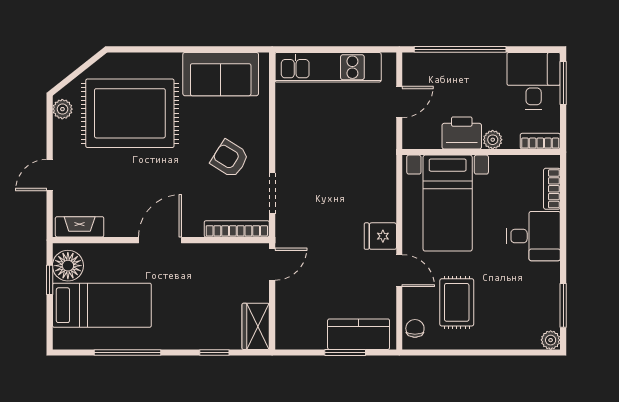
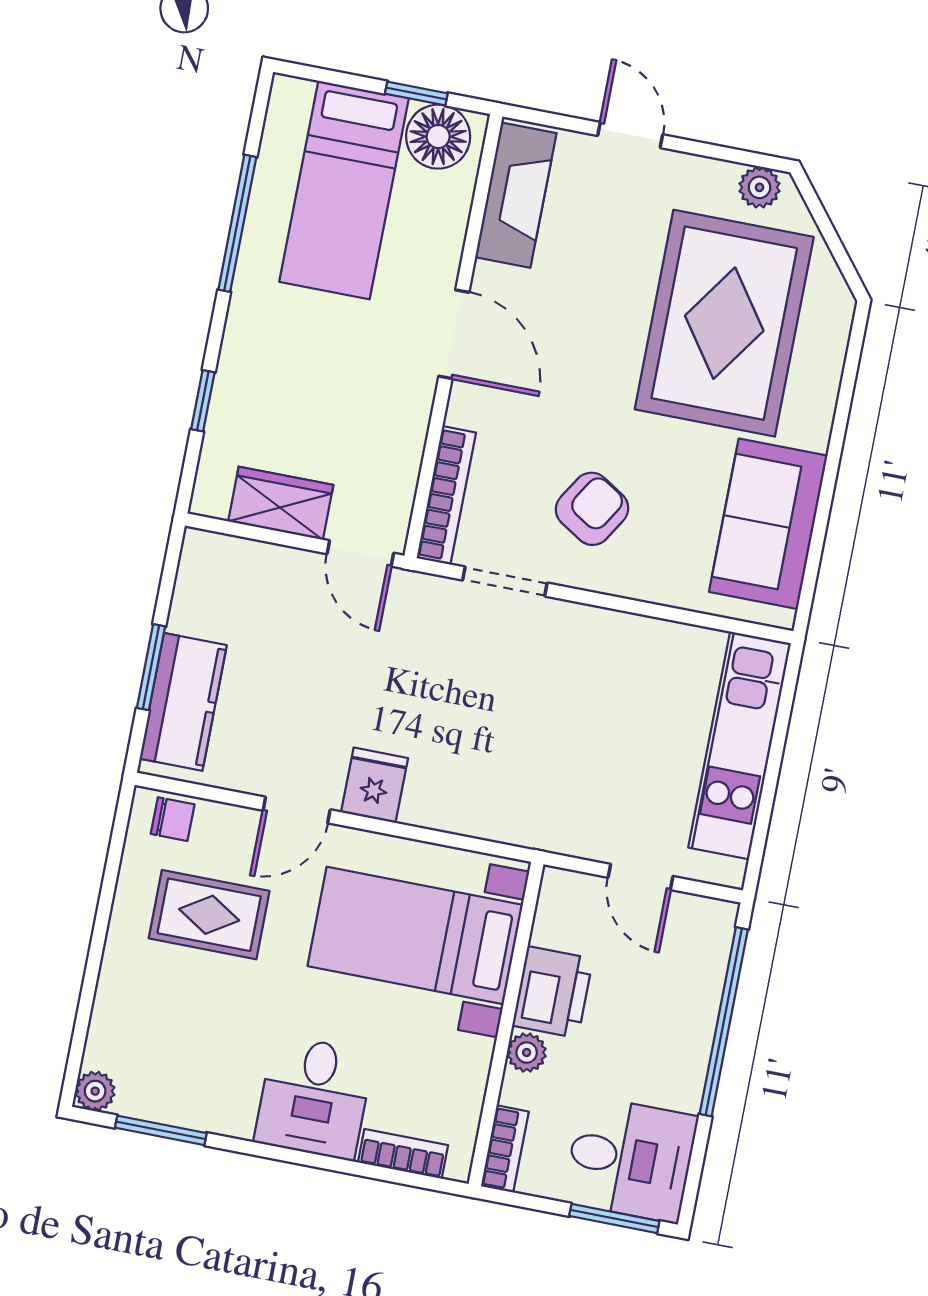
fireplace: (80, 227) -> (516, 195), width x1.37, depth x1.32
wardrobe: (256, 326) -> (281, 503), moved

